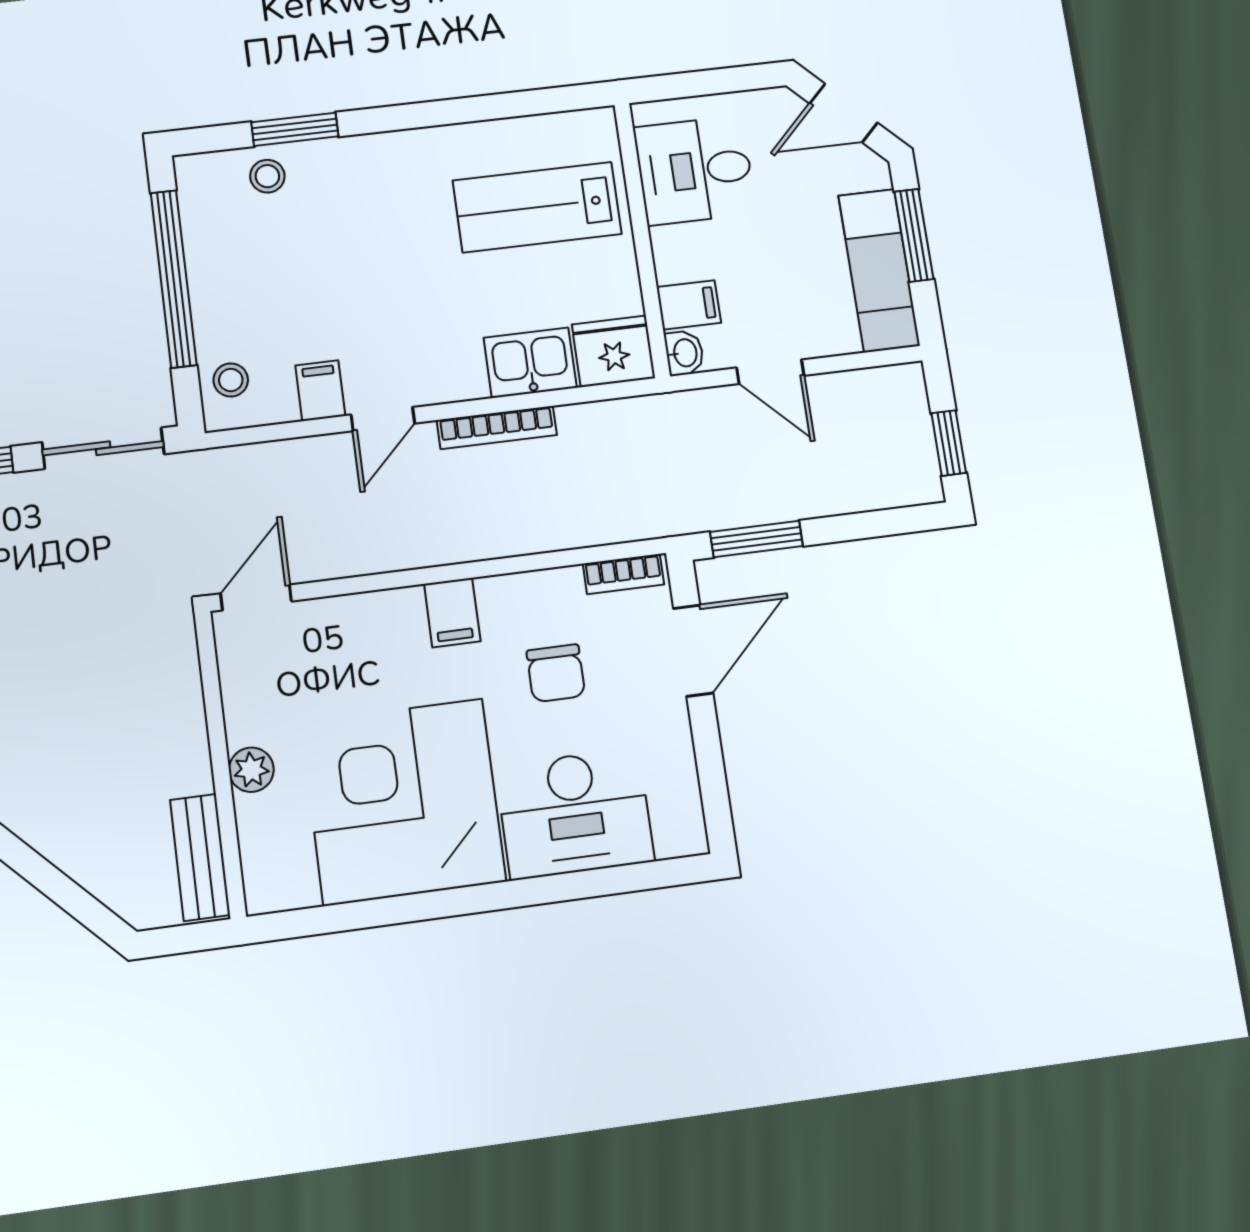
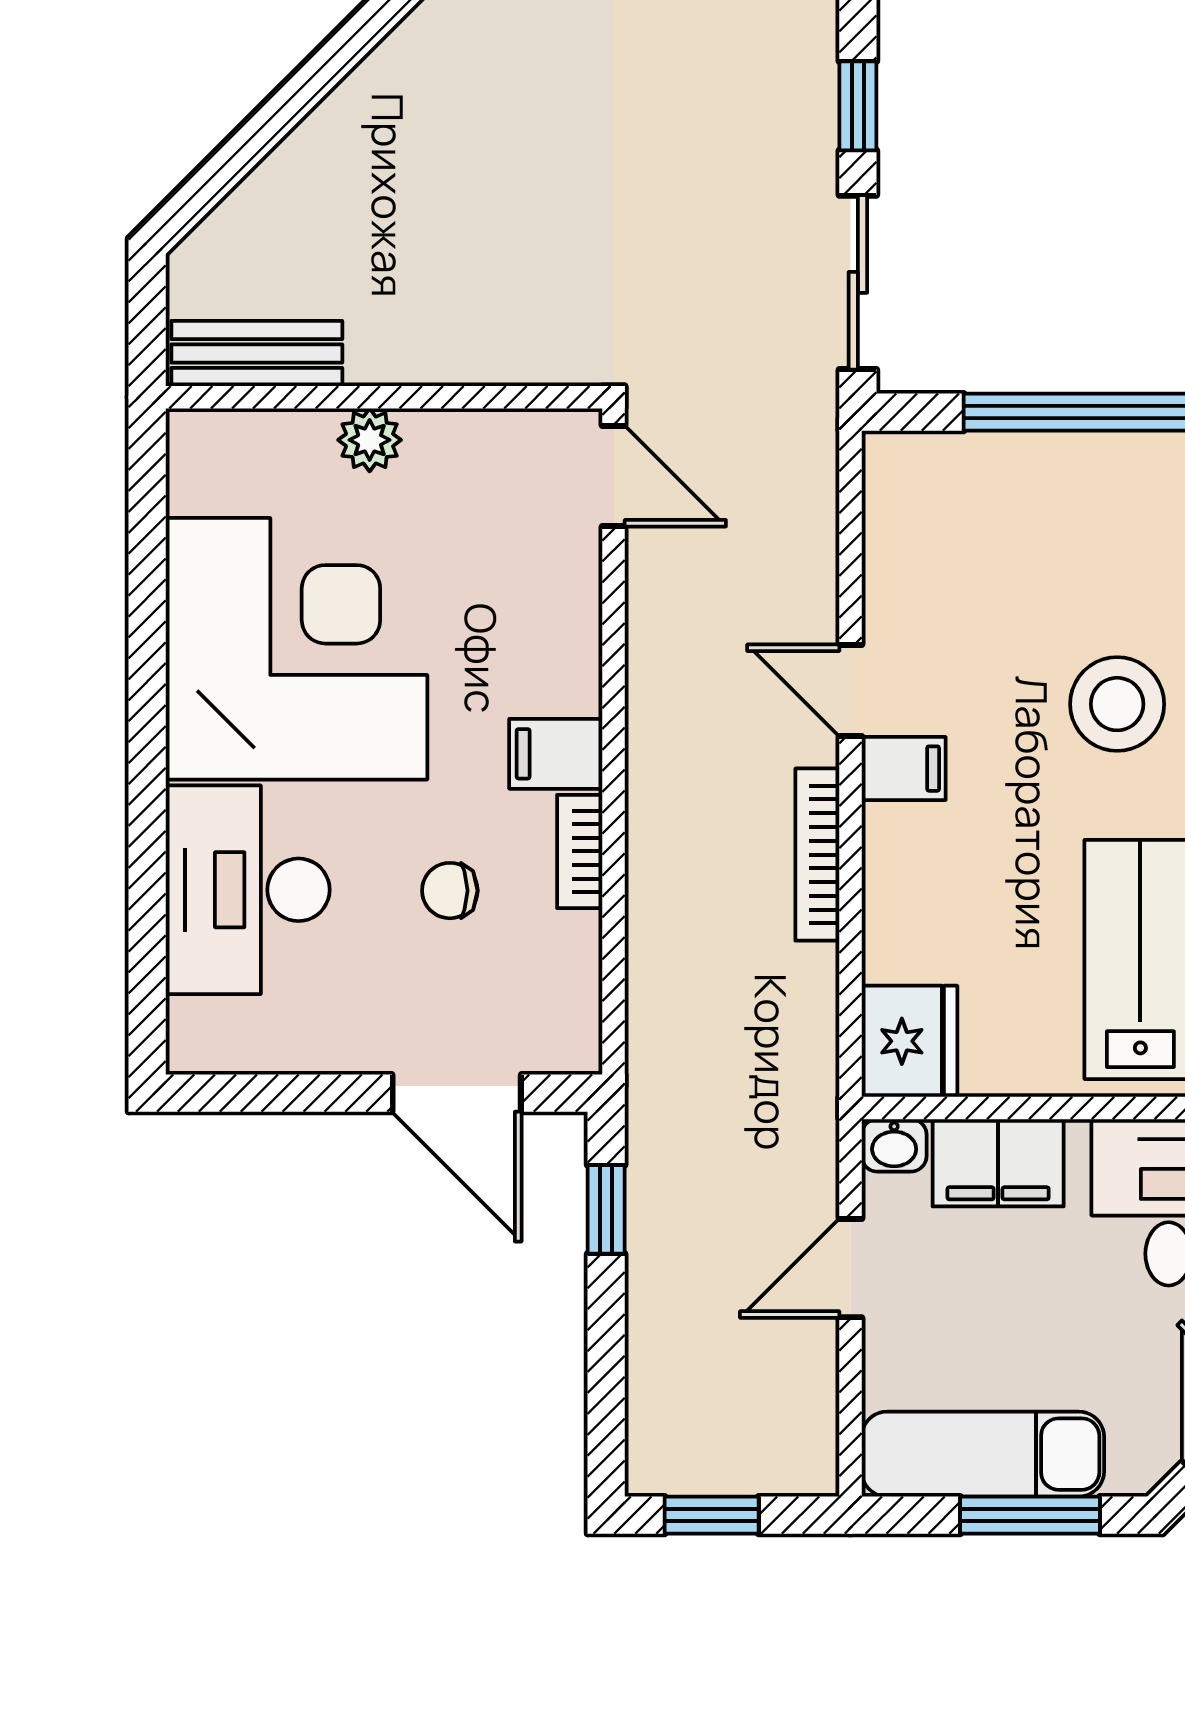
filing cabinet: (689, 305) -> (998, 1163), width x2.00
kitchen sink: (530, 363) -> (907, 917), removed
stool: (231, 380) -> (1117, 704), moved, width x1.89, depth x1.89
filing cabinet: (320, 391) -> (904, 769), moved
window: (756, 539) -> (606, 1209), width x0.67
bookcase: (623, 574) -> (580, 851), moved
chair: (556, 673) -> (450, 891), width x0.73, depth x0.73

